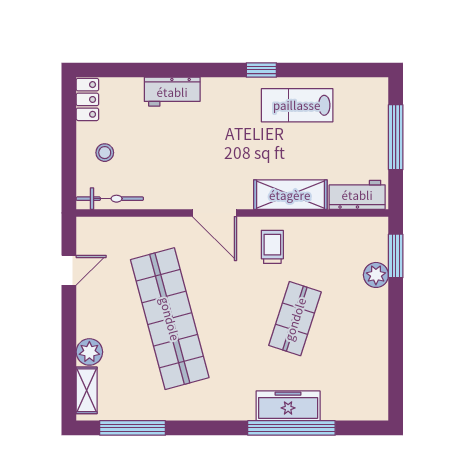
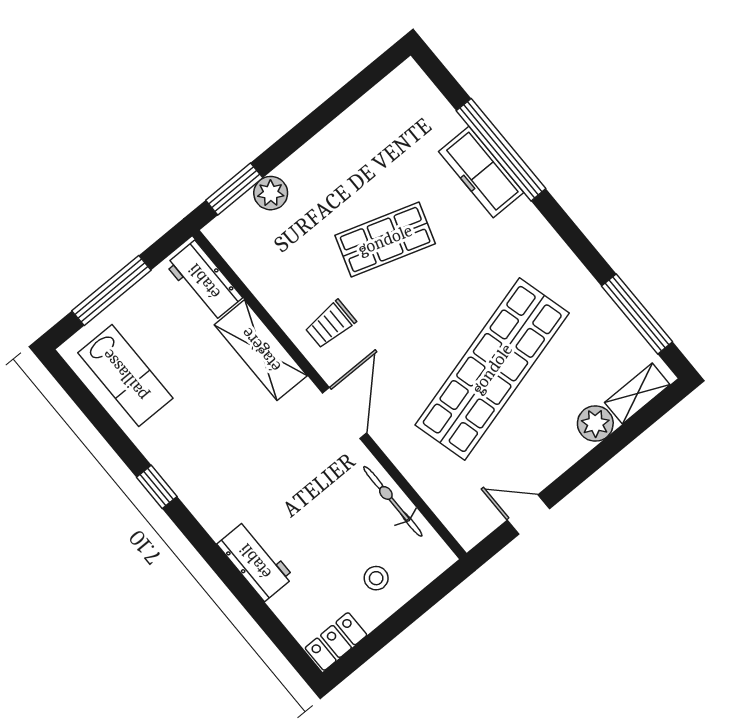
lab bench: (297, 105) -> (125, 375), moved
bicycle: (110, 199) -> (393, 501), moved

